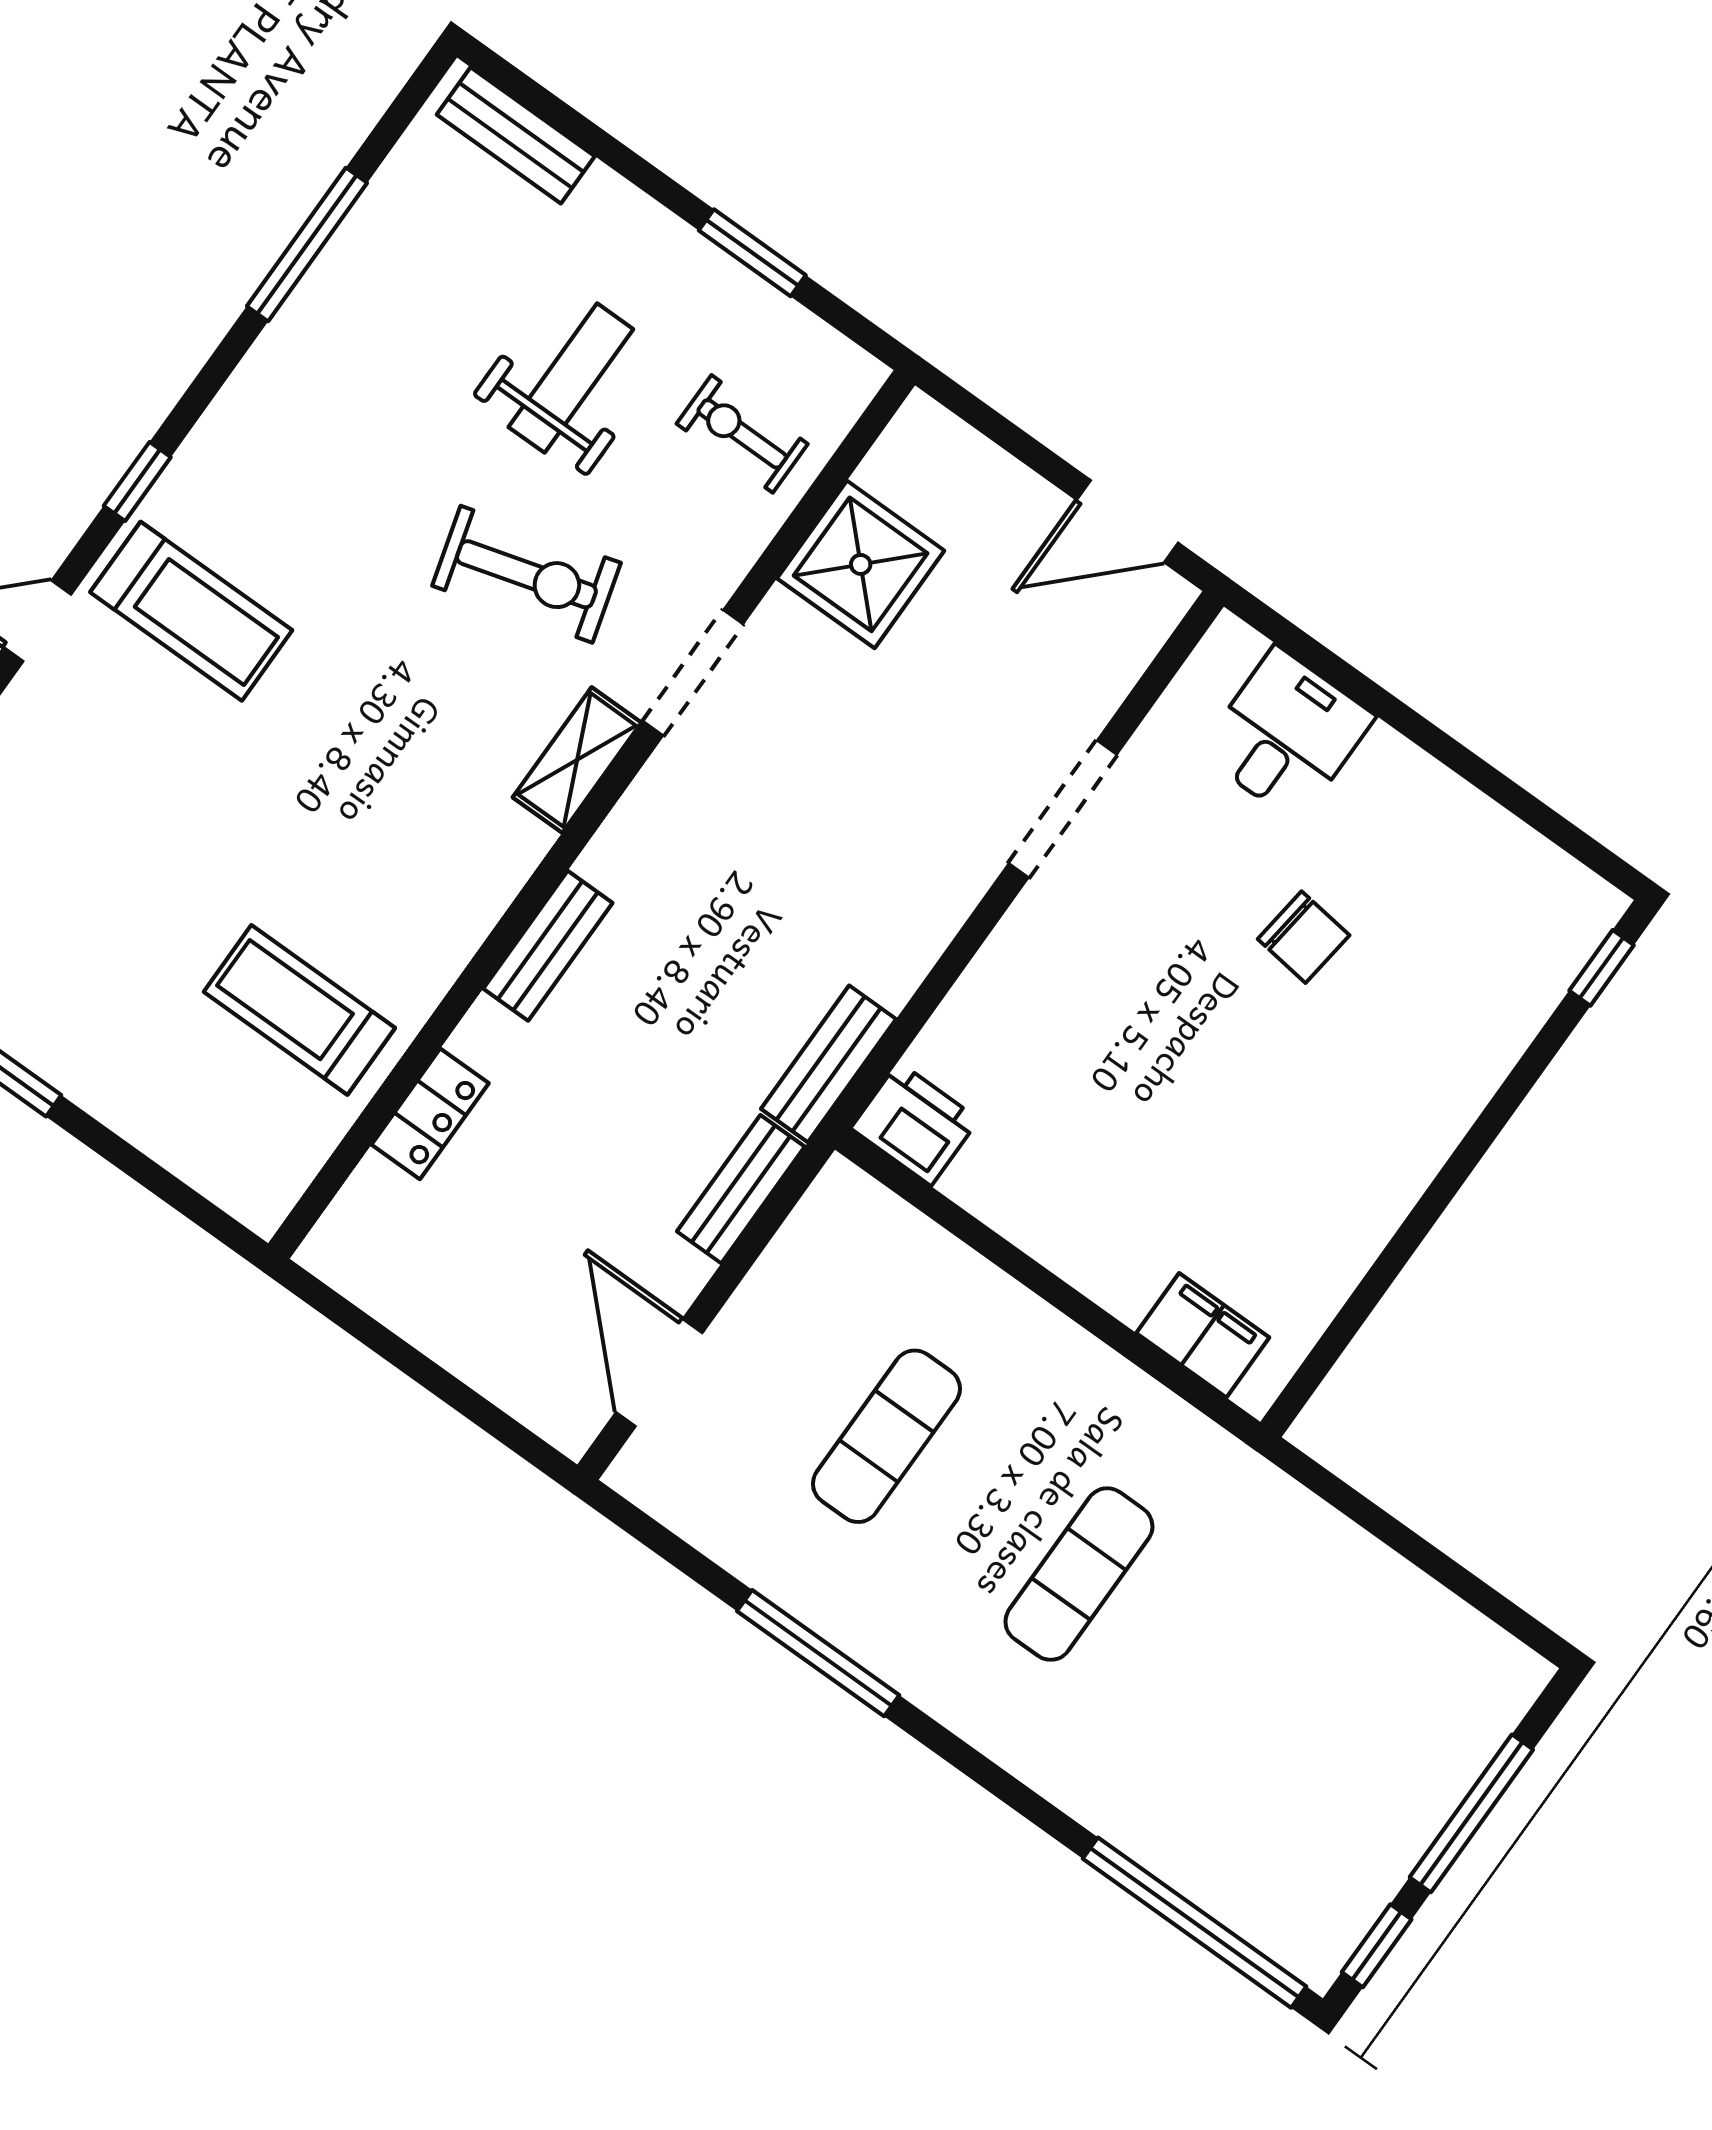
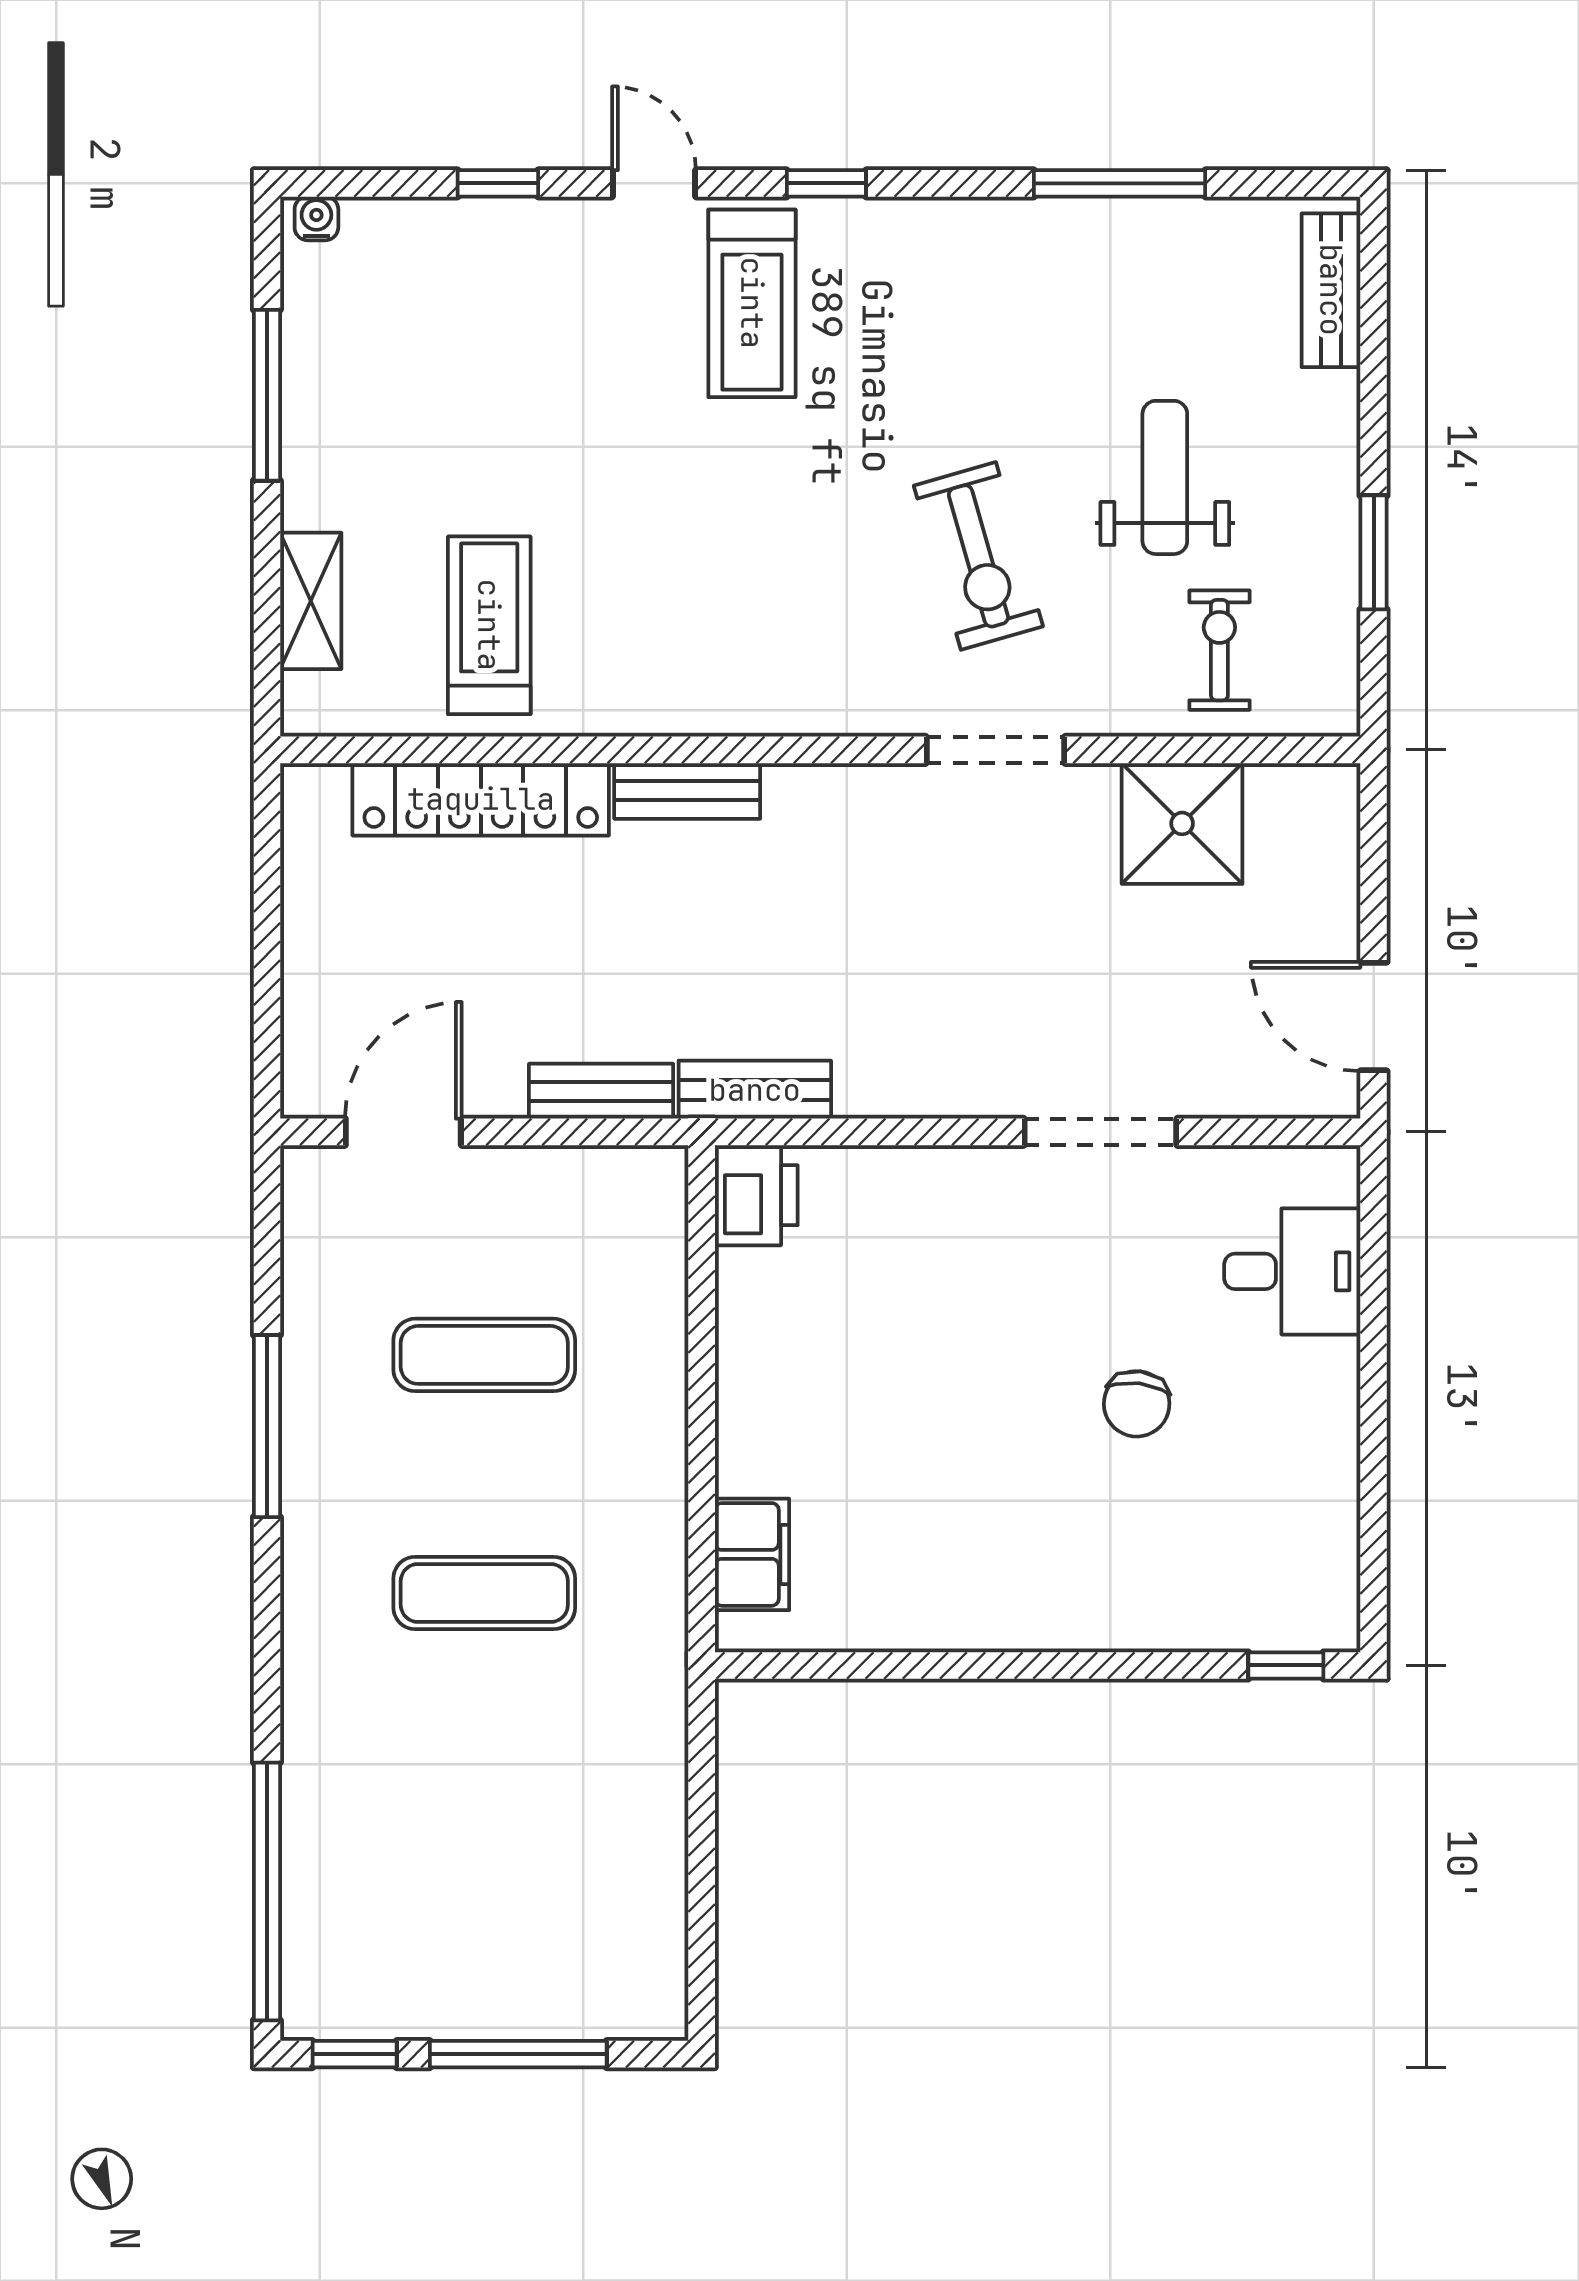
weight bench: (571, 378) -> (1165, 477), turned -90
shelving: (577, 760) -> (311, 601), moved, turned 90
locker: (430, 1114) -> (481, 799), width x2.16, depth x1.21

